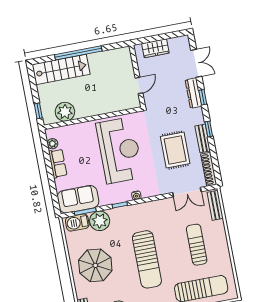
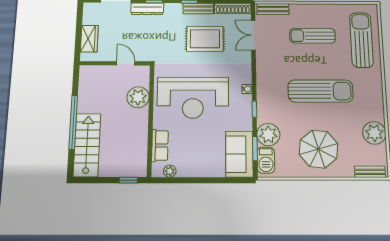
plant: (65, 112) -> (138, 97), moved
reception desk: (119, 150) -> (193, 98), turned 180
row of seats: (58, 163) -> (160, 145), moved, turned 90
double door: (187, 192) -> (253, 35), swing flipped

